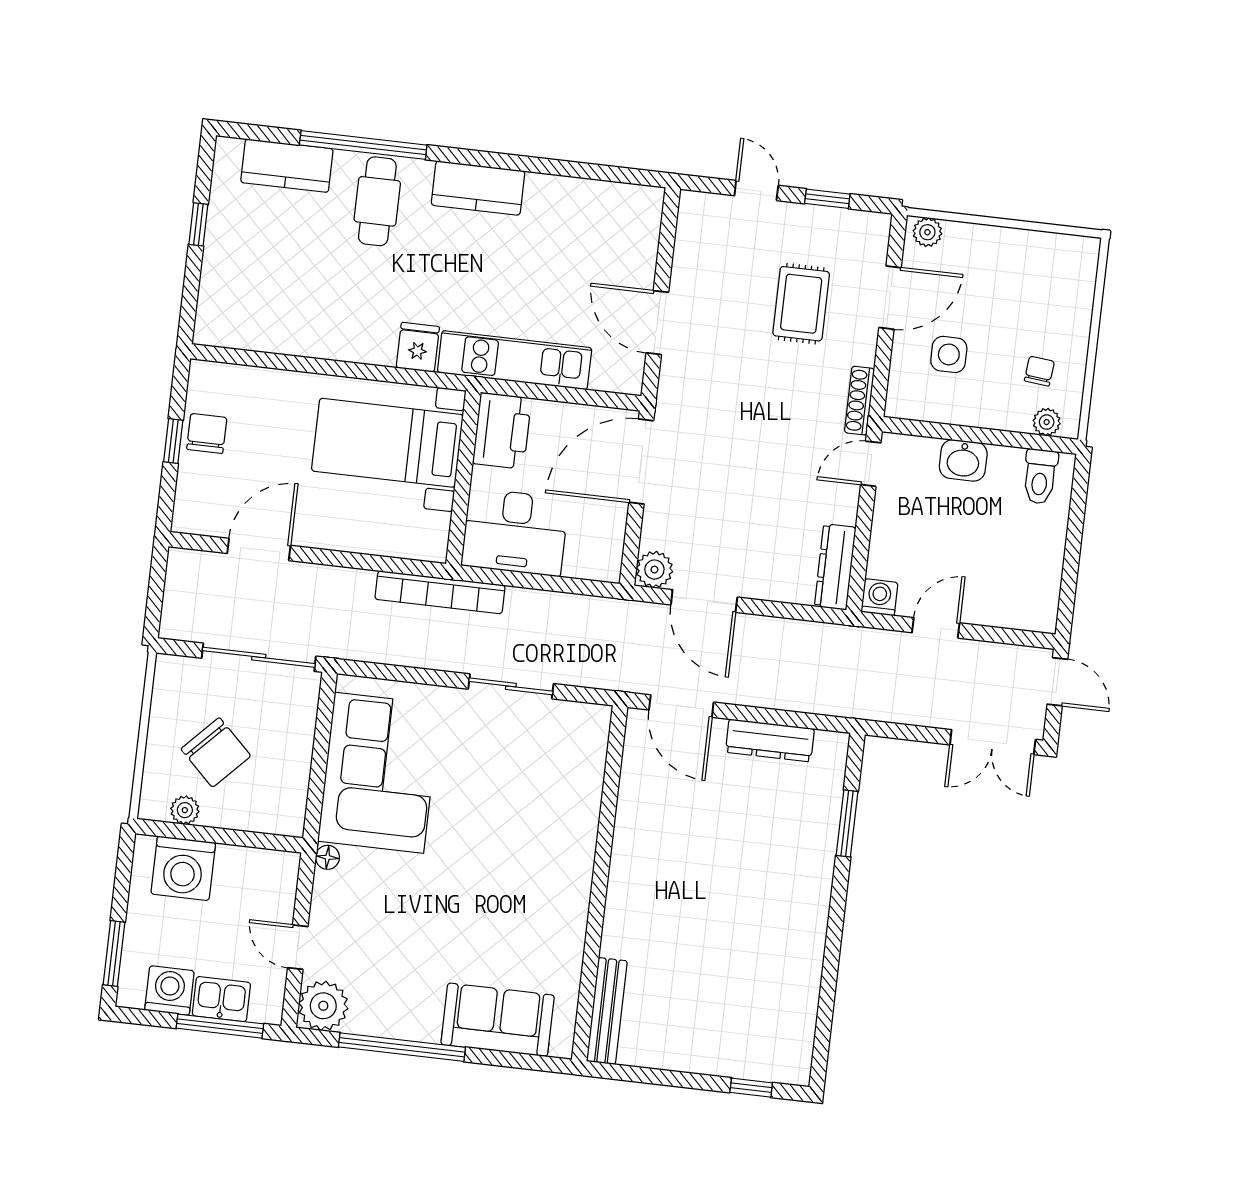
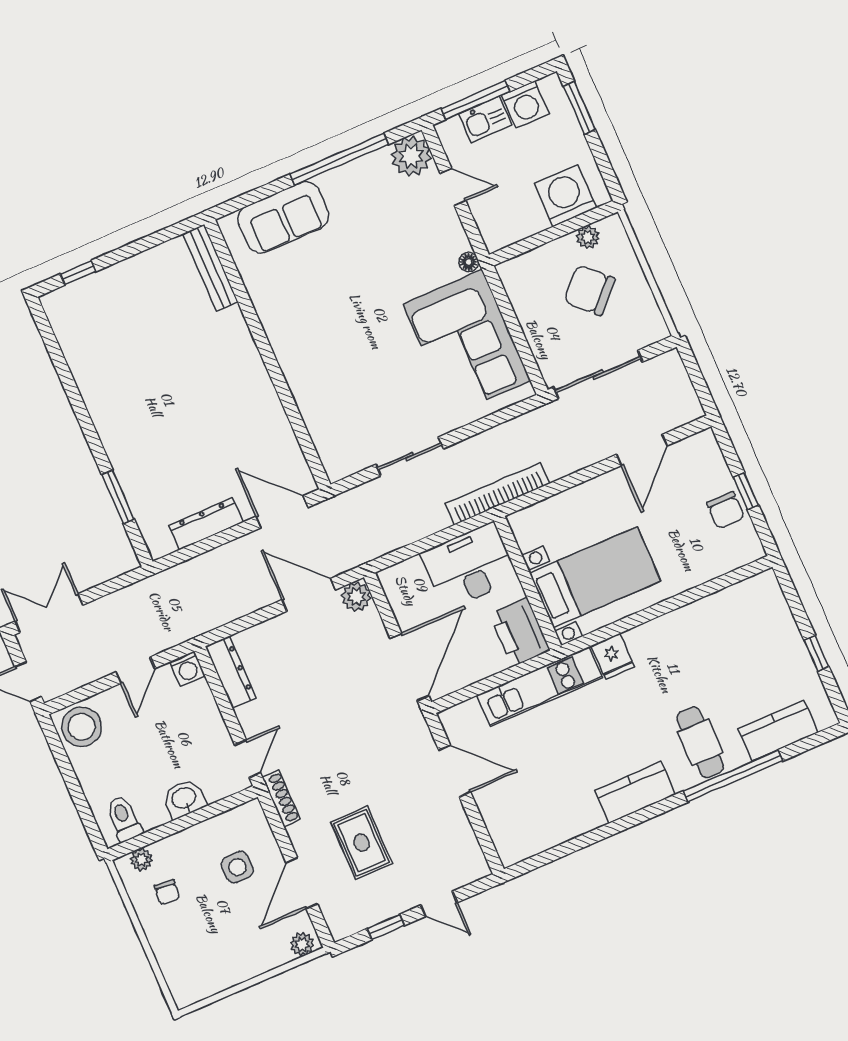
stool: (1028, 601) -> (82, 727), added

